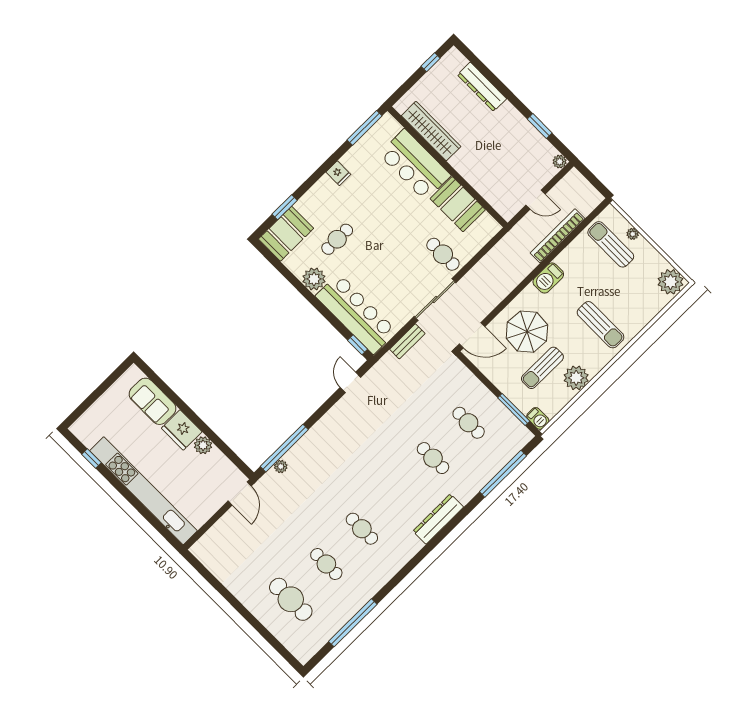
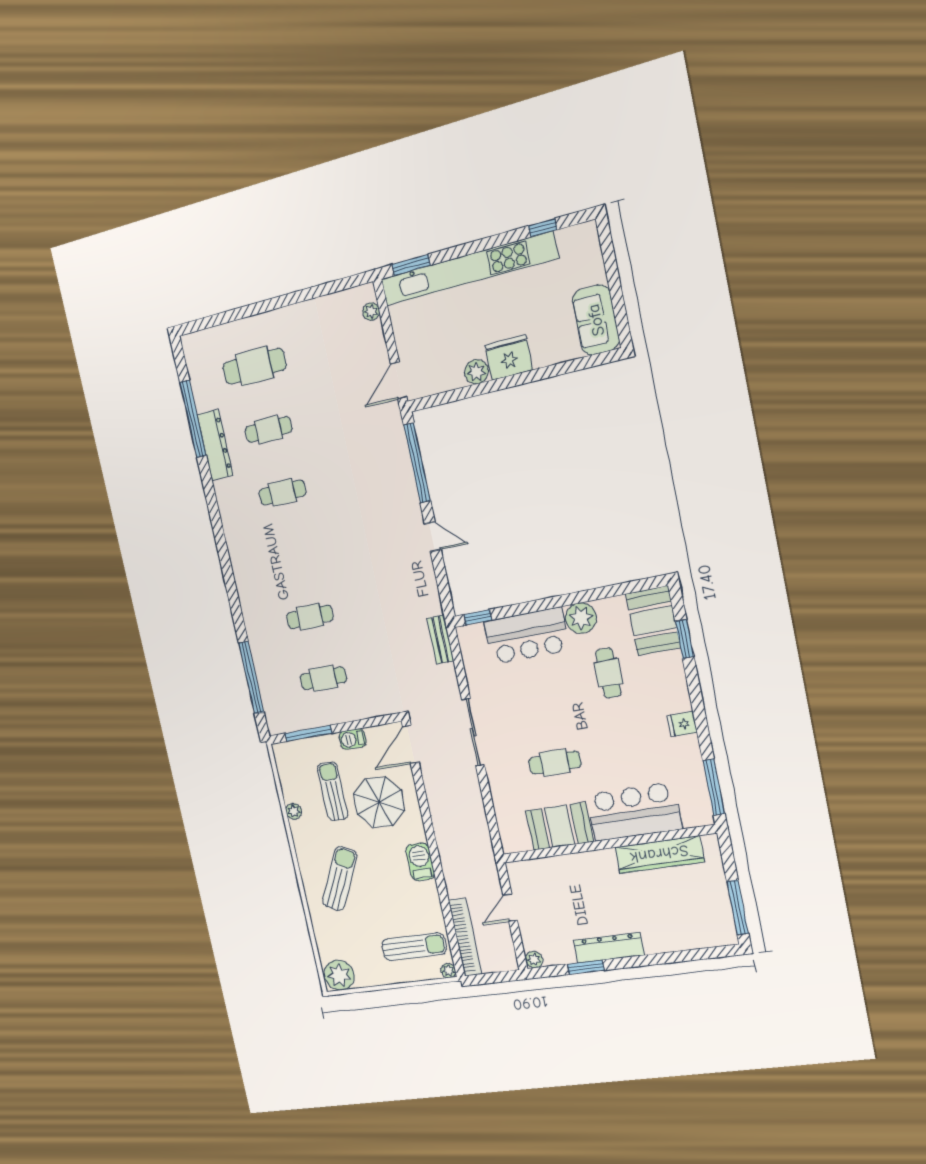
window: (431, 62) -> (738, 907), width x2.17
dresser: (482, 87) -> (609, 948), moved
plant: (633, 234) -> (448, 971), moved
bookcase: (558, 236) -> (465, 937), moved
cafe table: (443, 254) -> (555, 763), moved
bar counter: (356, 314) -> (527, 636), width x0.73
sun lounger: (601, 325) -> (340, 879), turned 117
bench: (407, 341) -> (440, 639), moved
plant: (576, 378) -> (294, 811), width x0.53, depth x0.53
door: (350, 382) -> (433, 537), moved
sofa: (152, 401) -> (596, 320), moved, turned -90
barbecue: (538, 418) -> (353, 739), moved
plant: (281, 467) -> (371, 312), moved
door: (240, 494) -> (399, 380), hinge flipped
dresser: (438, 519) -> (215, 445), moved
window: (163, 530) -> (411, 265), added

